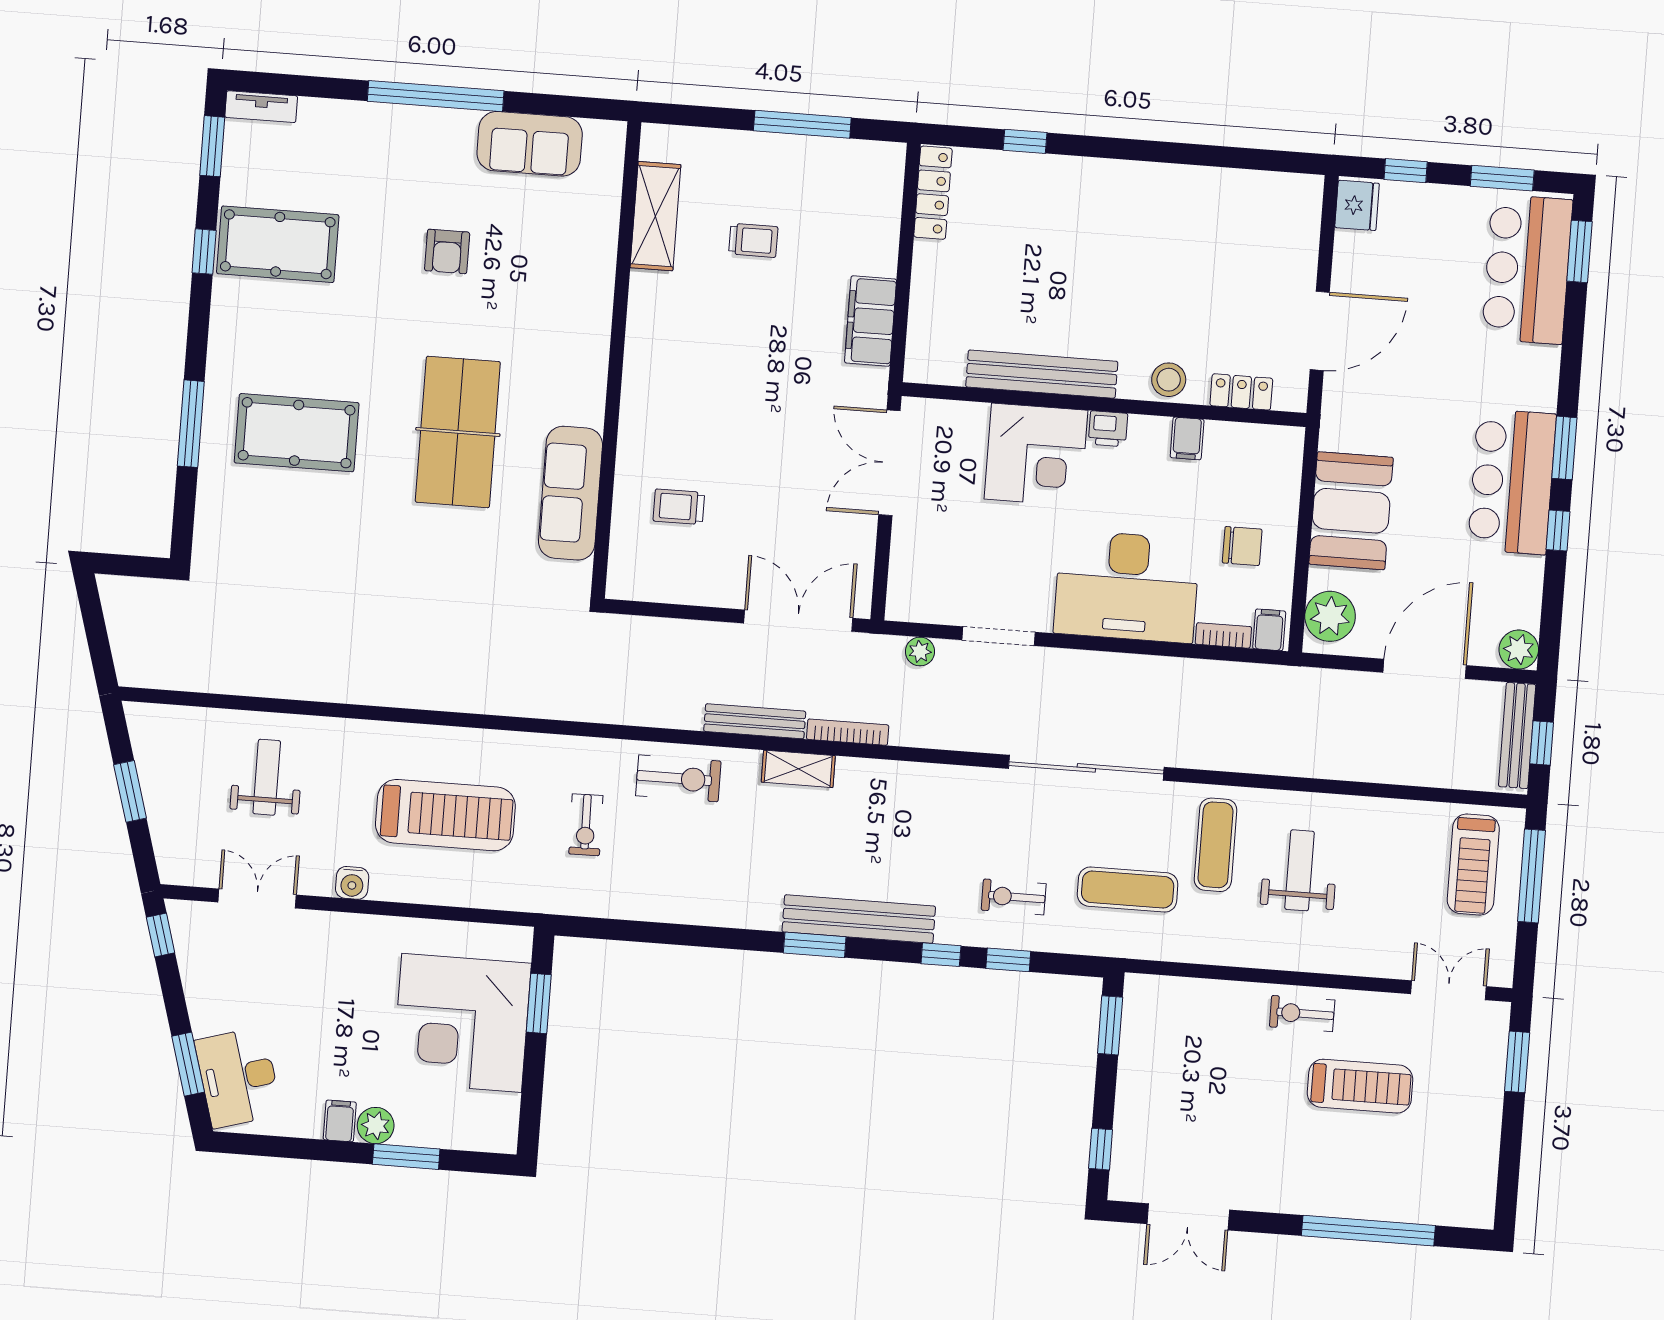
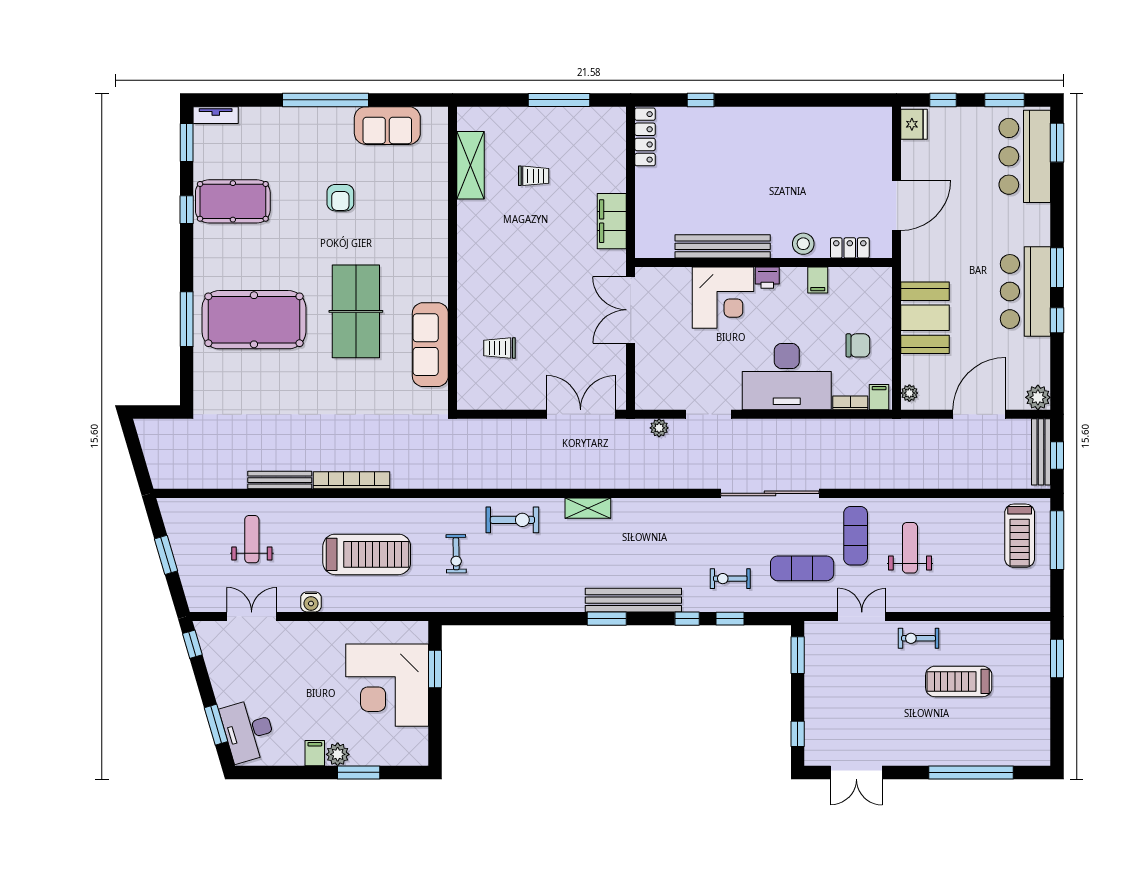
pool table: (297, 433) -> (254, 320), width x1.36, depth x1.32
plant: (1330, 616) -> (909, 393), width x0.53, depth x0.53
bench: (755, 721) -> (280, 480), moved
bookcase: (848, 732) -> (351, 480), moved, width x1.48, depth x1.31
double door: (1448, 990) -> (862, 616), moved
treadmill: (1360, 1086) -> (959, 681), turned 180

